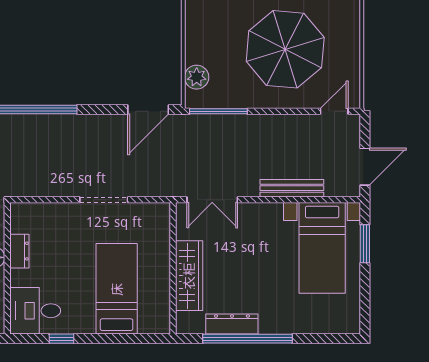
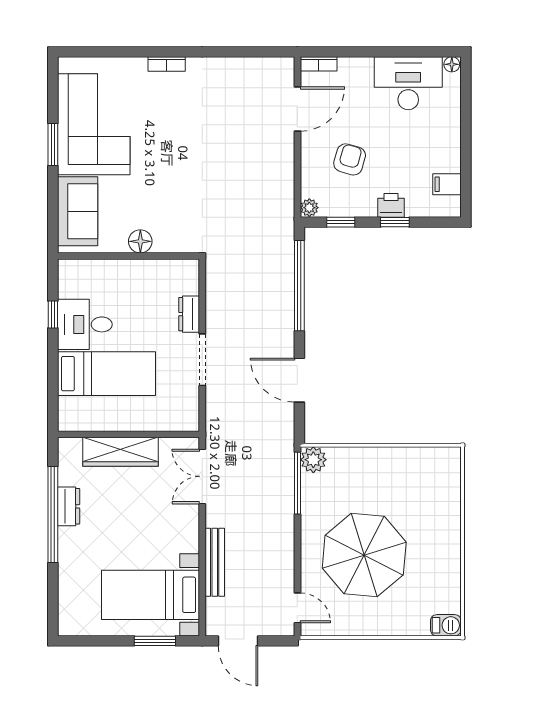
plant: (197, 77) -> (313, 460), moved
door: (148, 110) -> (299, 380), moved
dresser: (19, 251) -> (189, 314), moved, turned 90
desk: (35, 311) -> (85, 324), moved, turned -90
dresser: (232, 324) -> (69, 506), width x0.70

